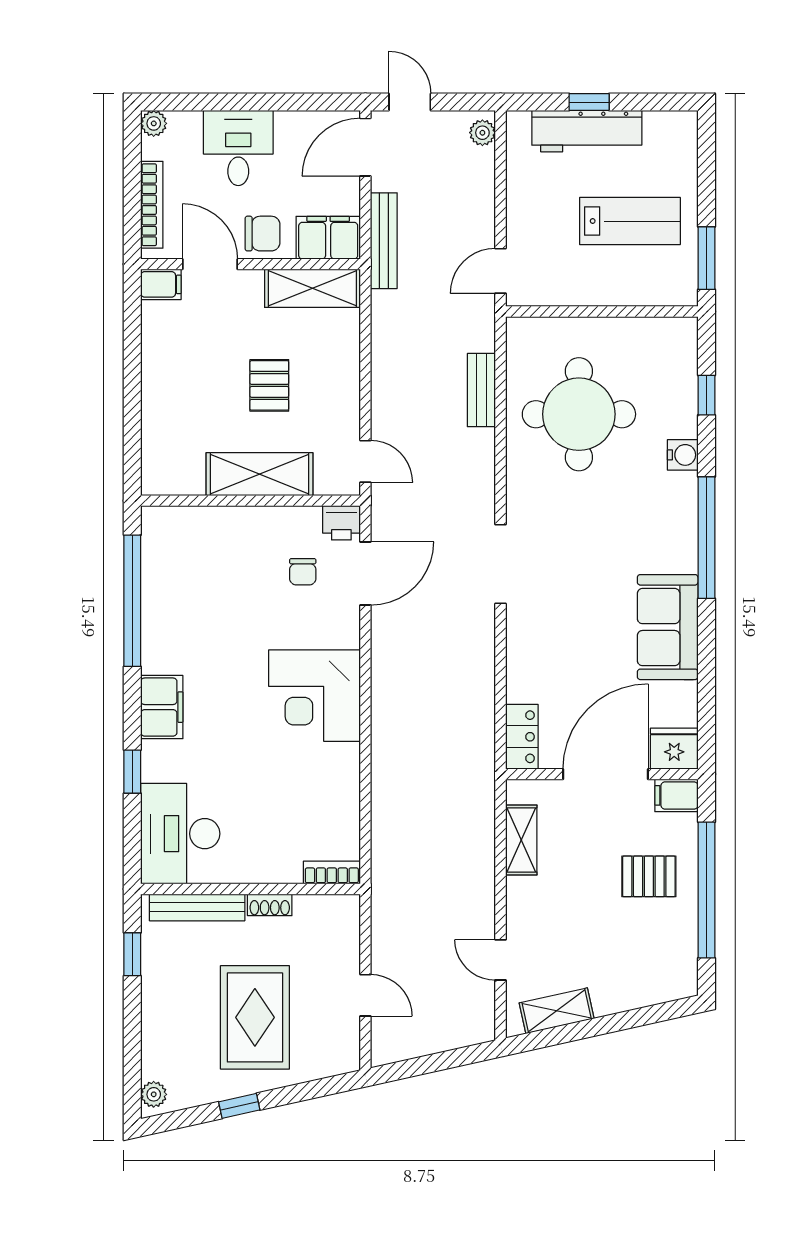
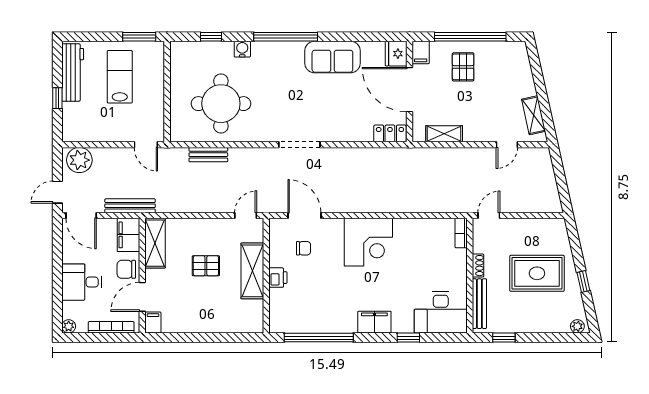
workbench: (587, 131) -> (73, 73), moved
plant: (482, 133) -> (79, 160), width x1.88, depth x1.88
chair: (263, 234) -> (126, 269), turned -90
printer: (341, 523) -> (278, 278), moved
door: (365, 995) -> (489, 215), moved

